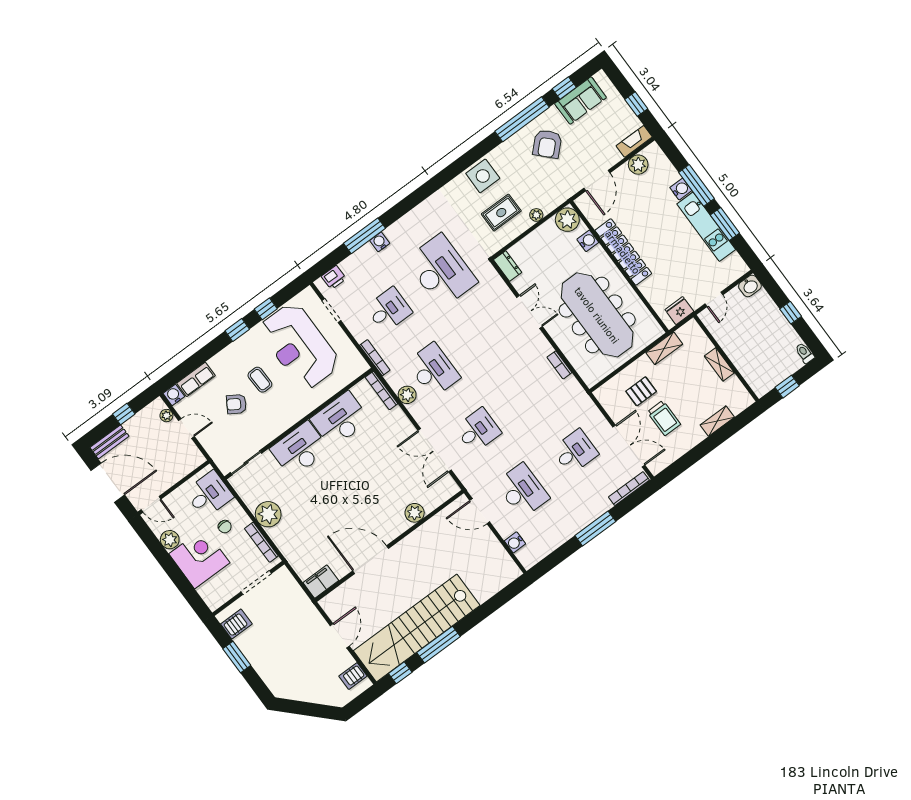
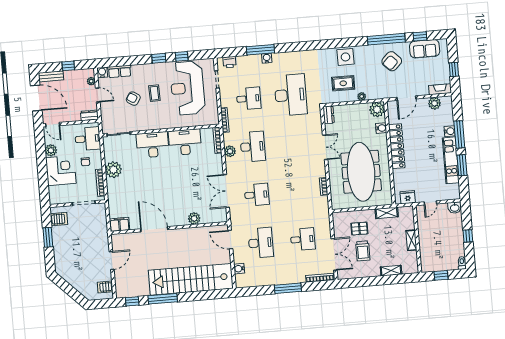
dresser: (192, 462) -> (89, 115), added
stairs: (417, 628) -> (191, 279), moved

